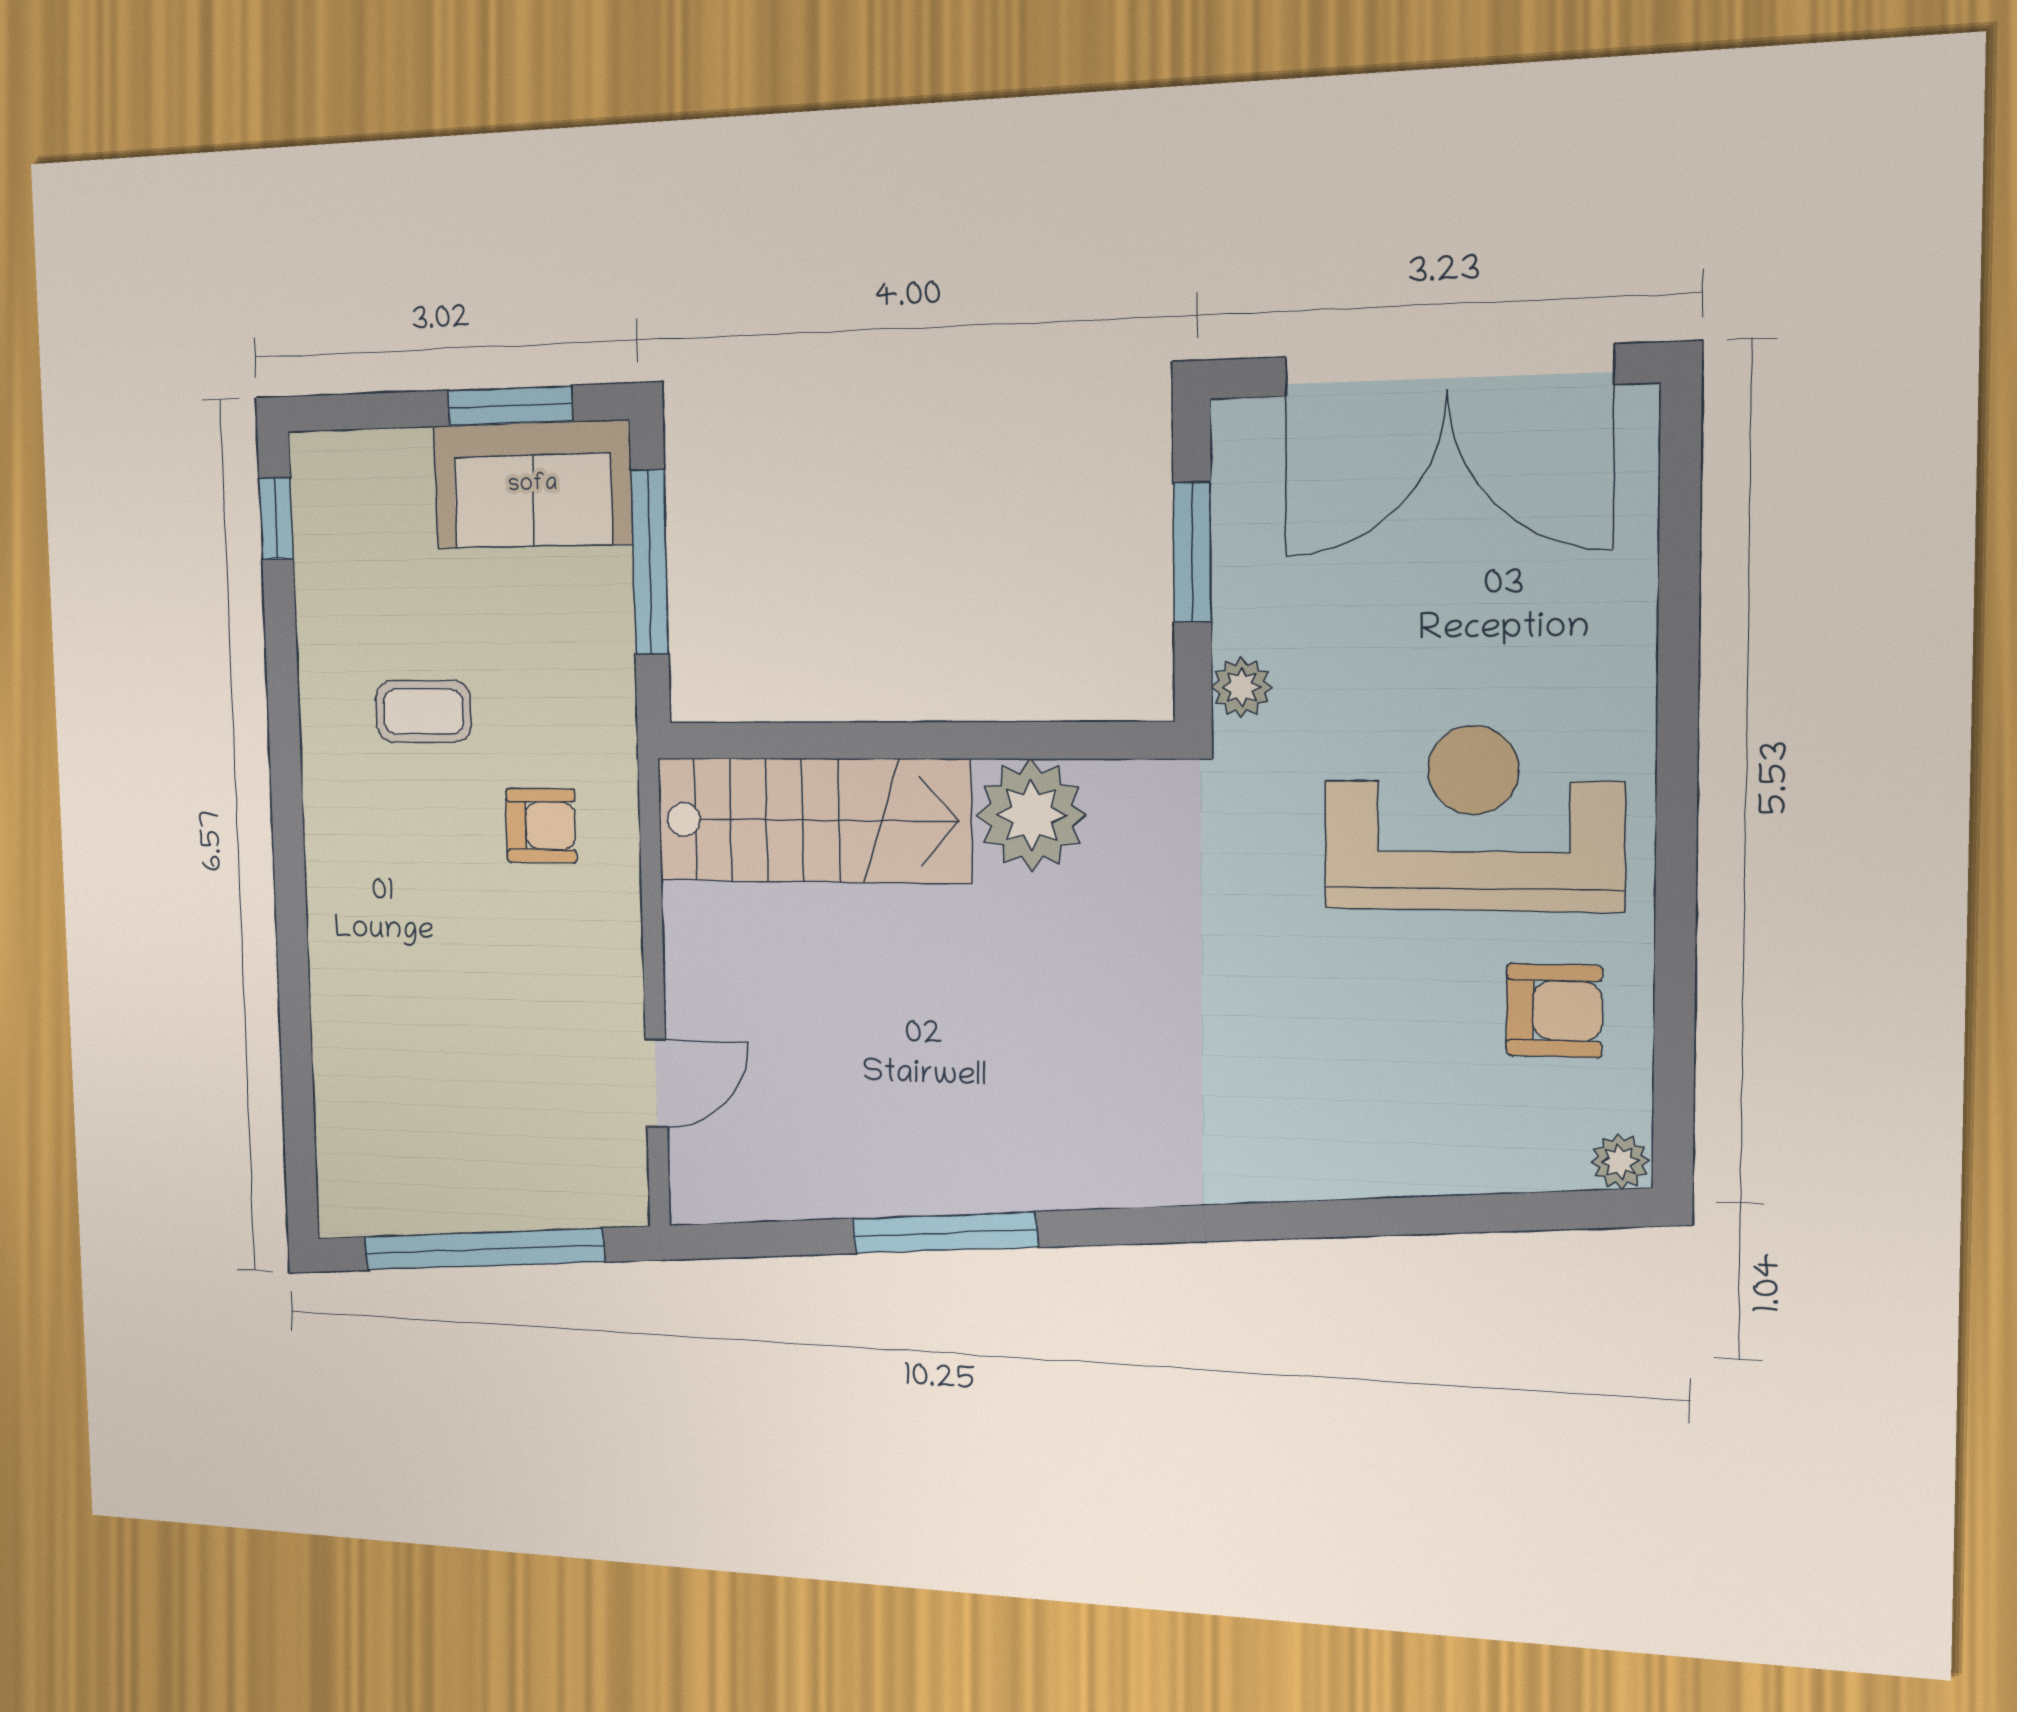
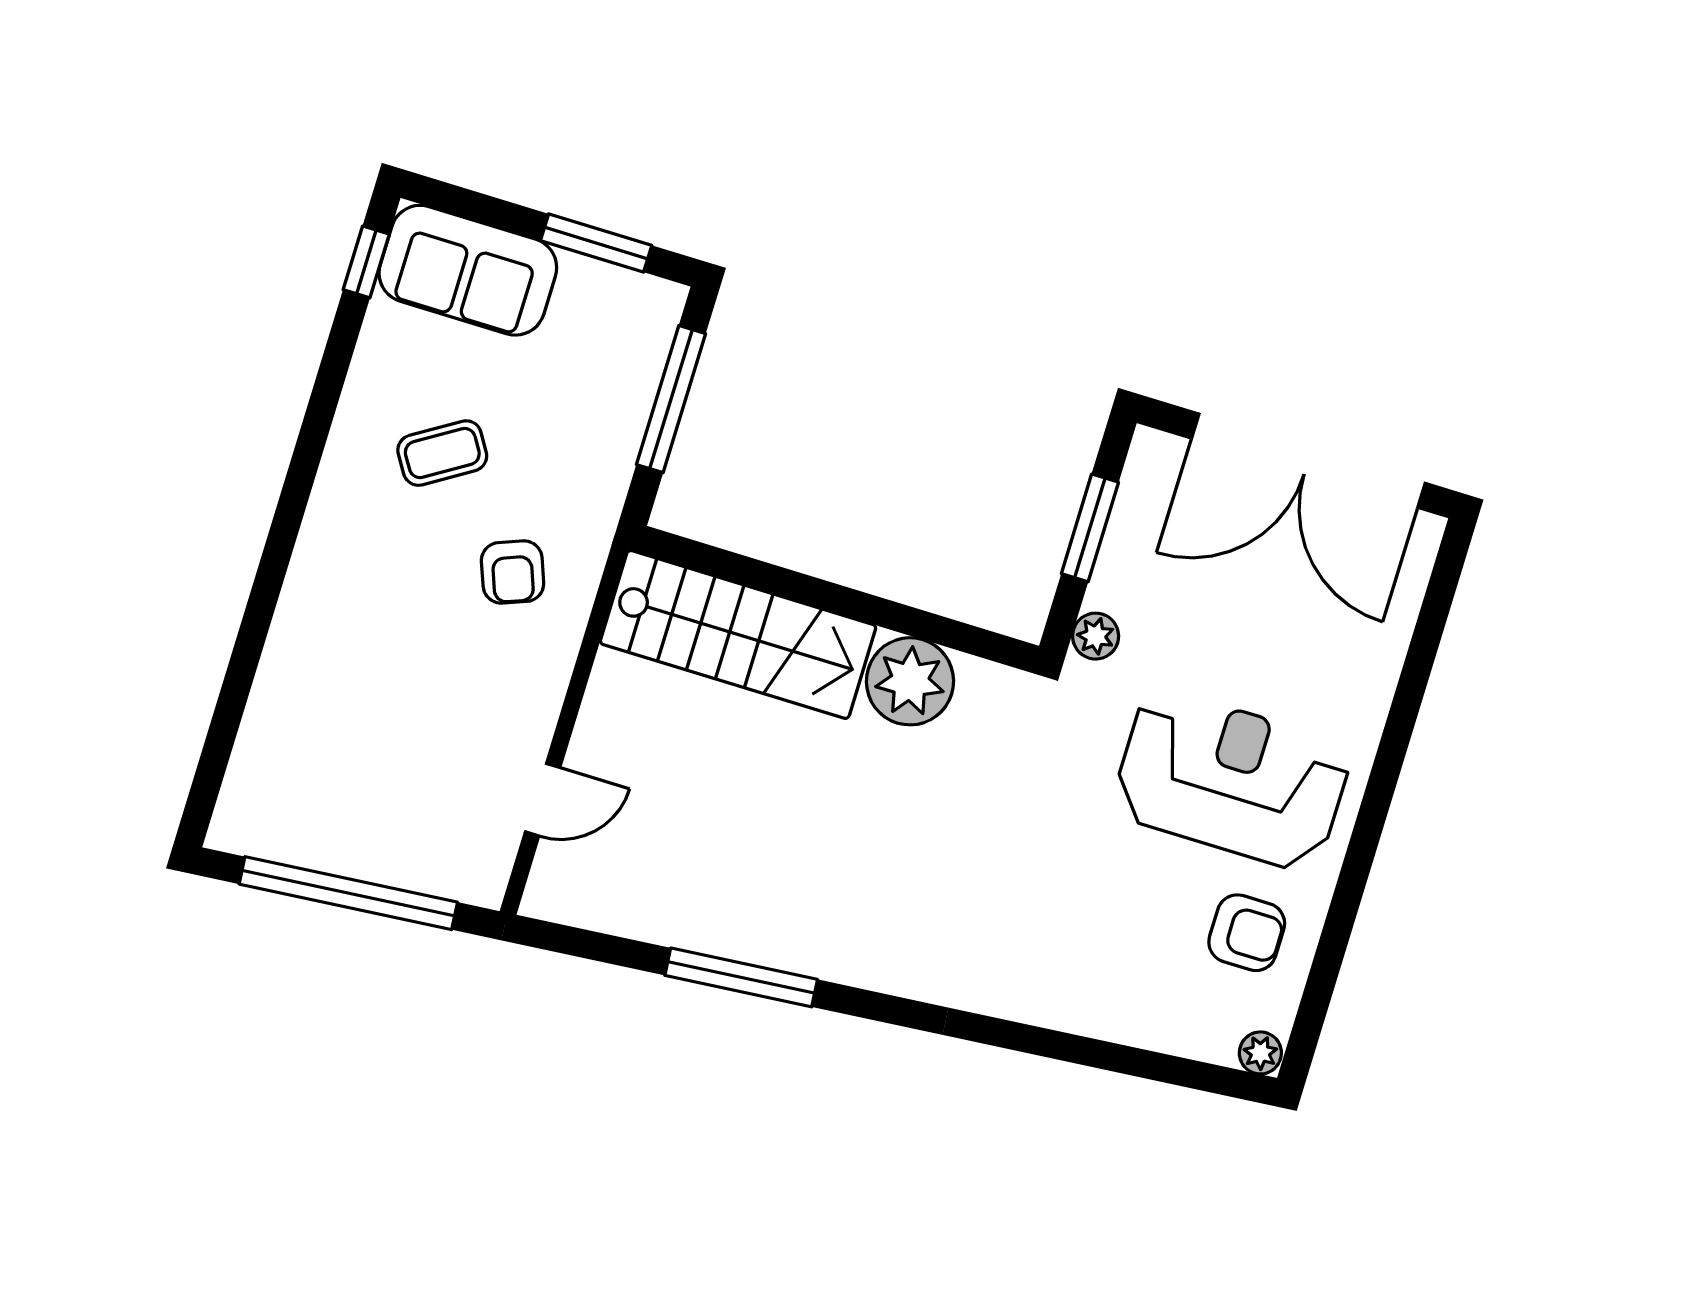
sofa: (533, 485) -> (468, 270), moved
coffee table: (423, 712) -> (442, 453), turned -32
armchair: (541, 826) -> (513, 572), turned 69

